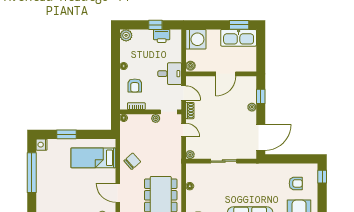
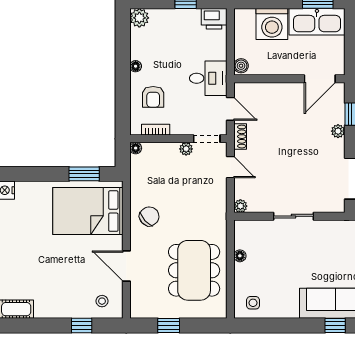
printer: (162, 36) -> (214, 19), moved
washing machine: (196, 39) -> (272, 24), moved, turned 90
door: (226, 74) -> (320, 79), moved
window: (66, 134) -> (84, 174), moved
bed: (93, 158) -> (88, 211), width x1.50

